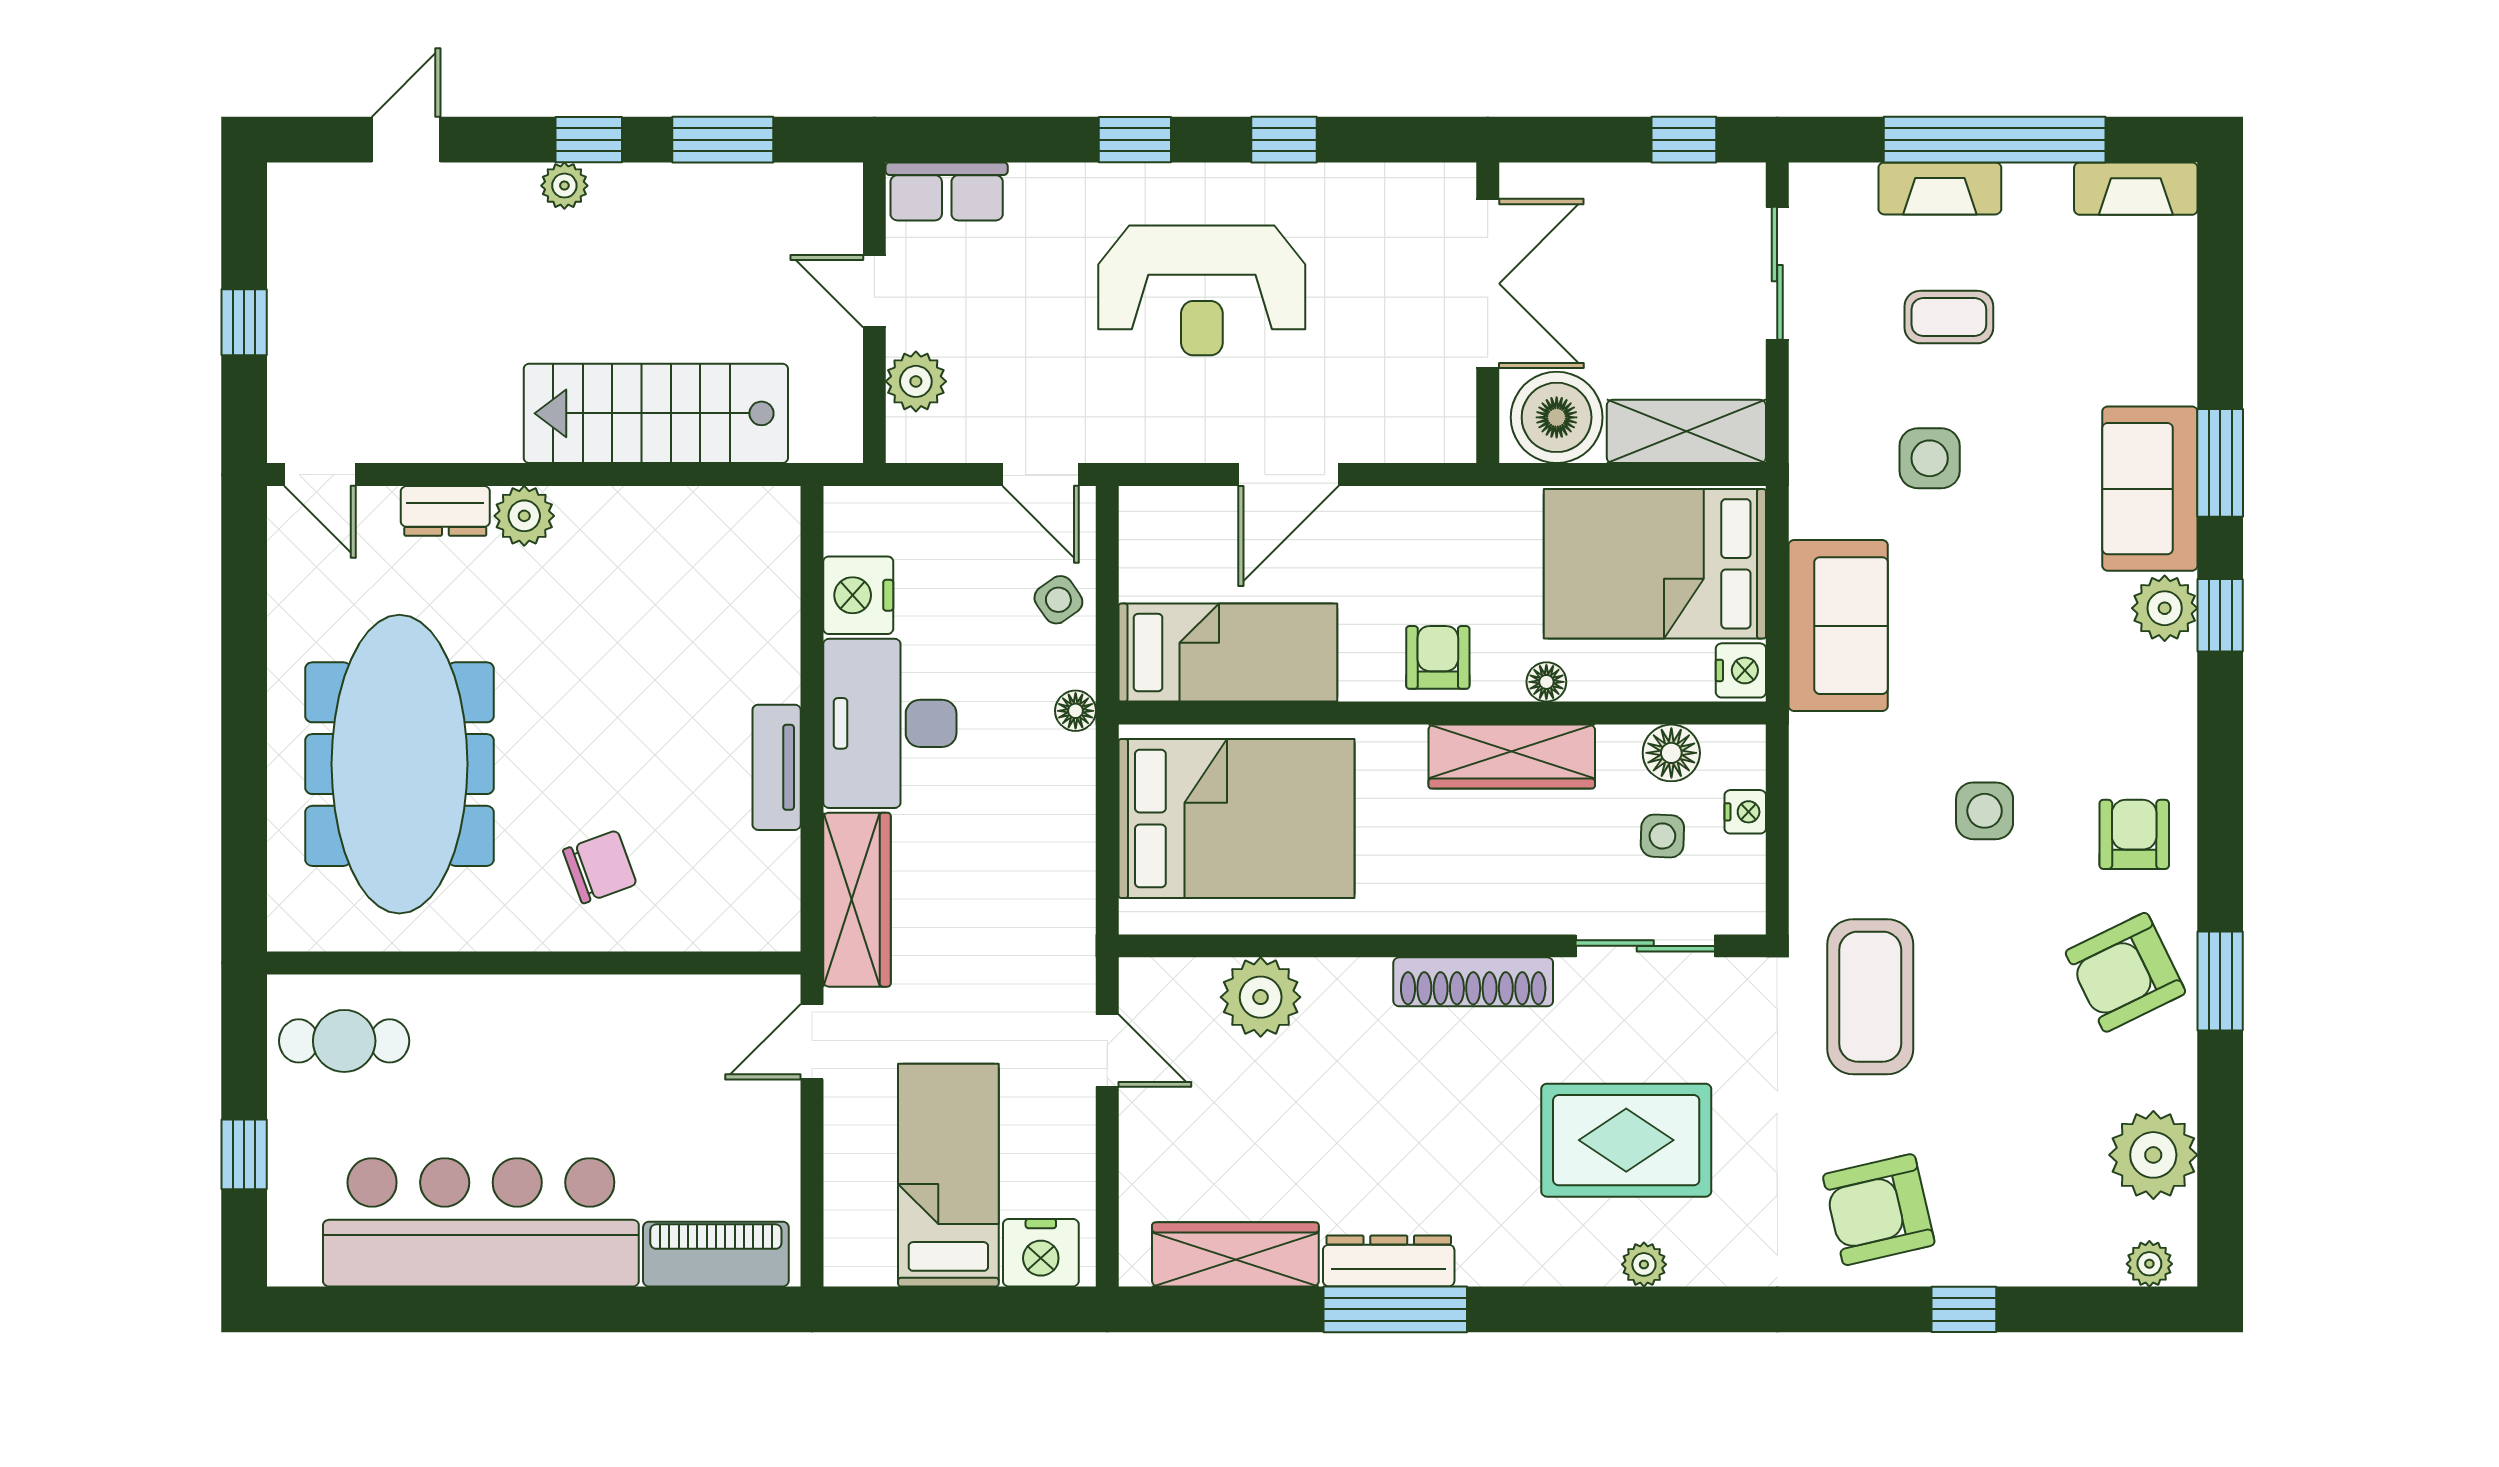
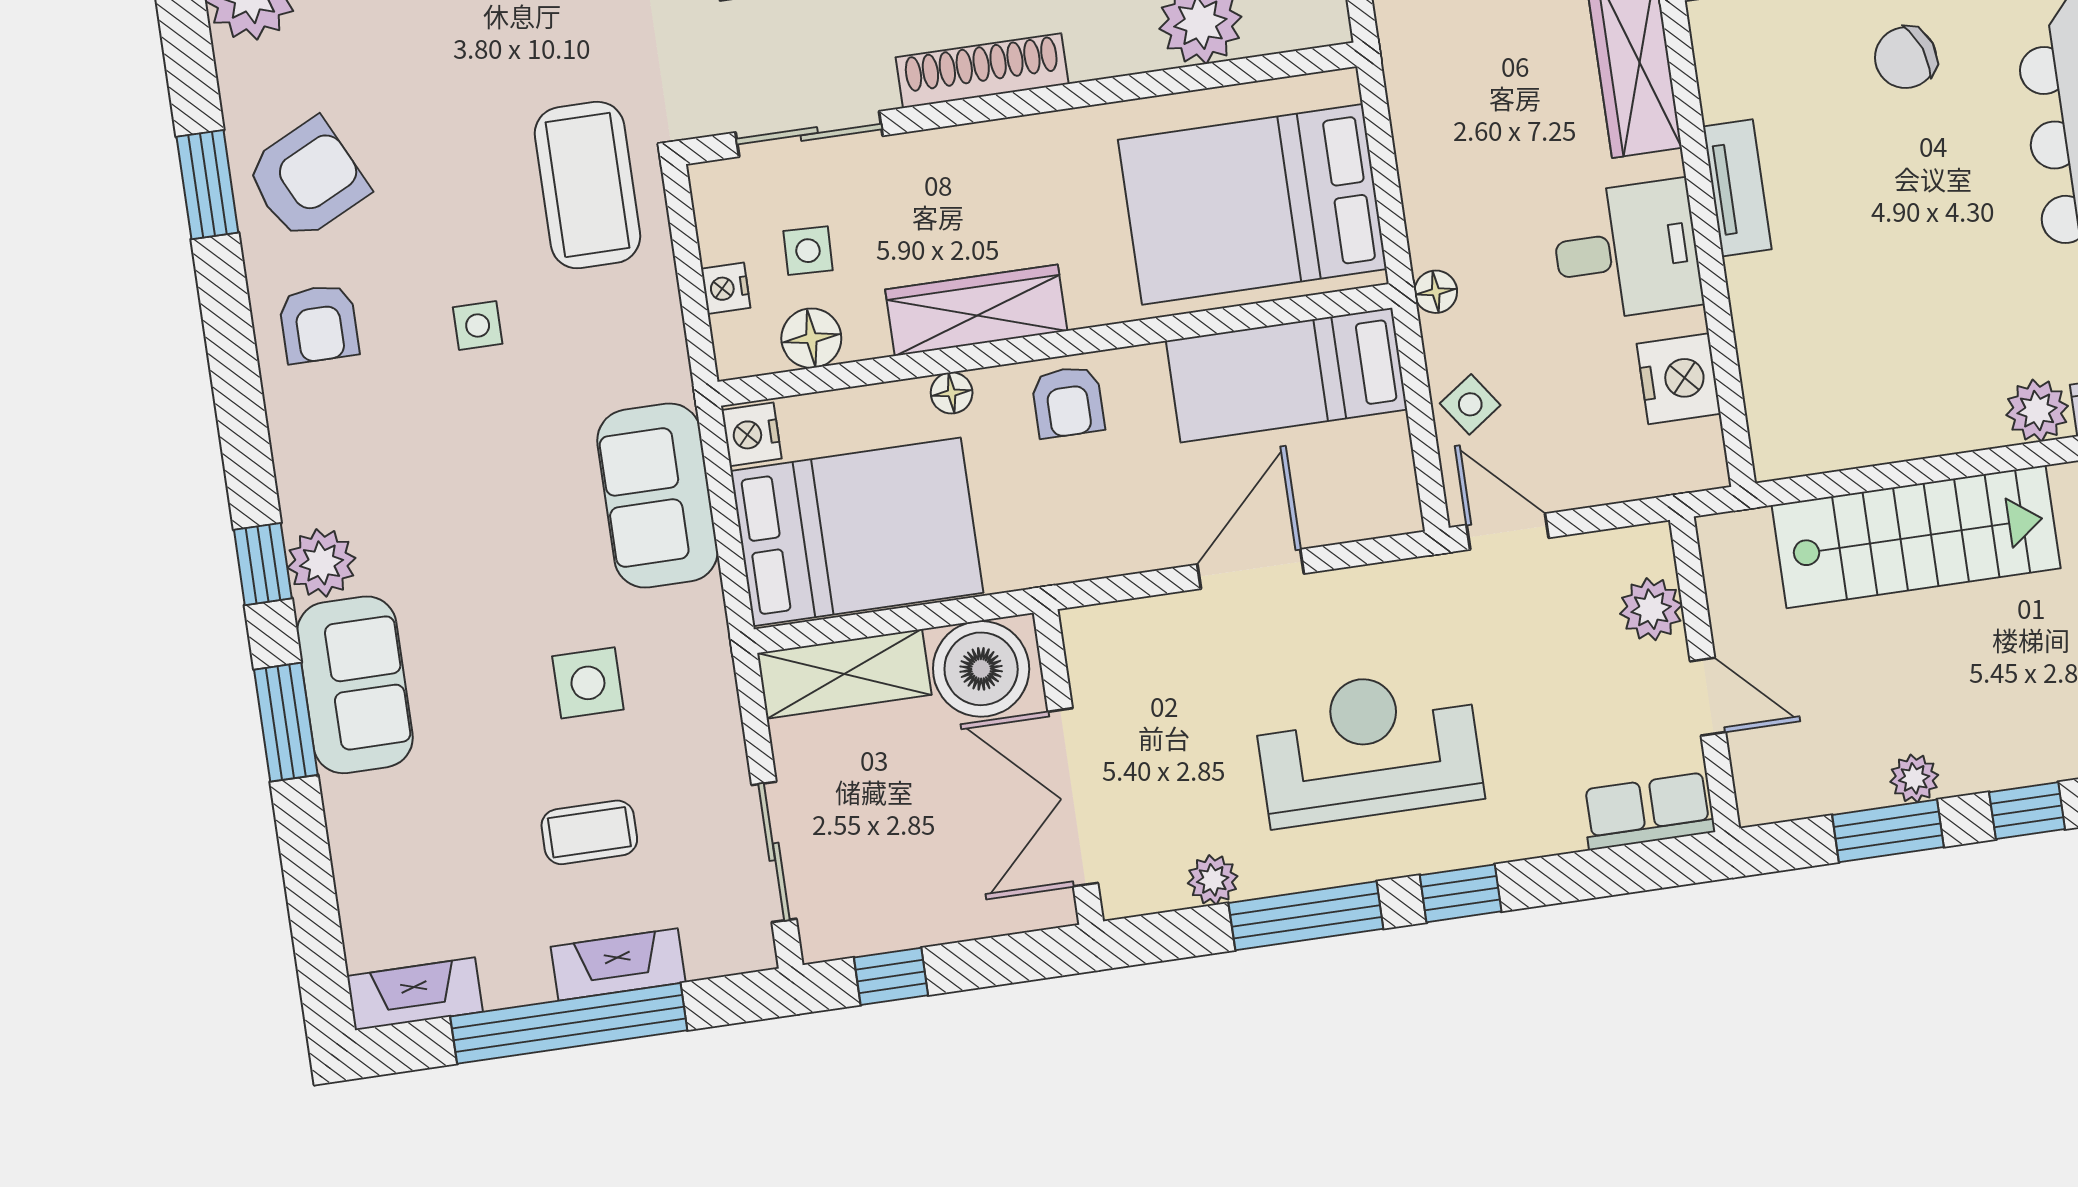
window: (1284, 140) -> (1306, 916), width x2.17
plant: (564, 186) -> (1914, 778), moved
plant: (1367, 186) -> (1213, 880), added
desk: (890, 723) -> (1626, 251), width x0.73
side table: (1985, 811) -> (478, 326), width x0.73, depth x0.73
coffee table: (1870, 997) -> (587, 185), moved

